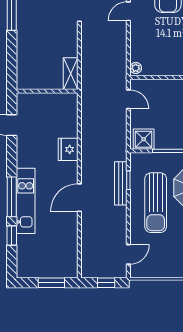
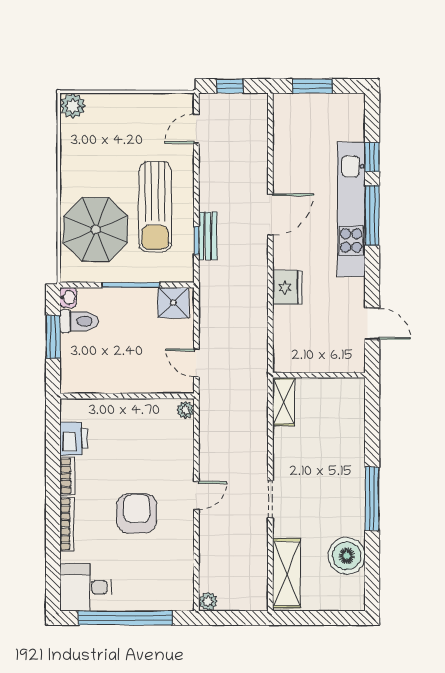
bench: (121, 183) -> (208, 236), width x0.73
kitchen unit: (26, 201) -> (351, 209), width x1.36
sun lounger: (156, 203) -> (155, 207), turned 180

